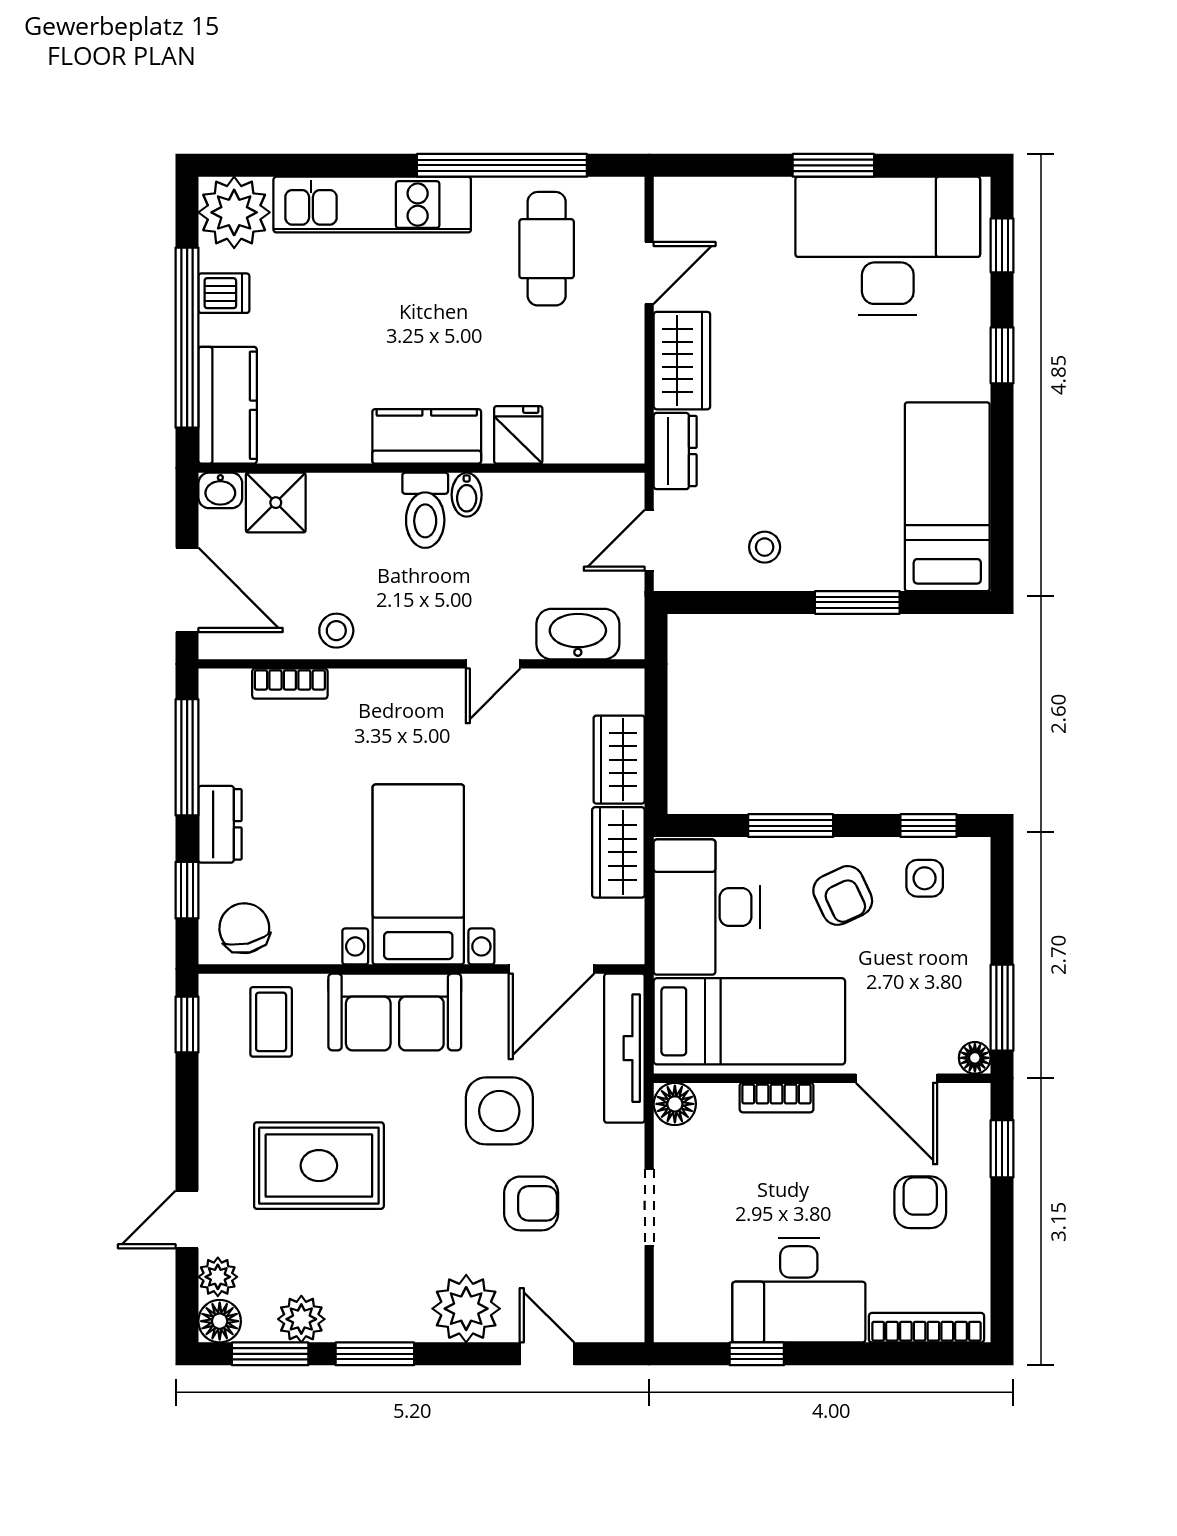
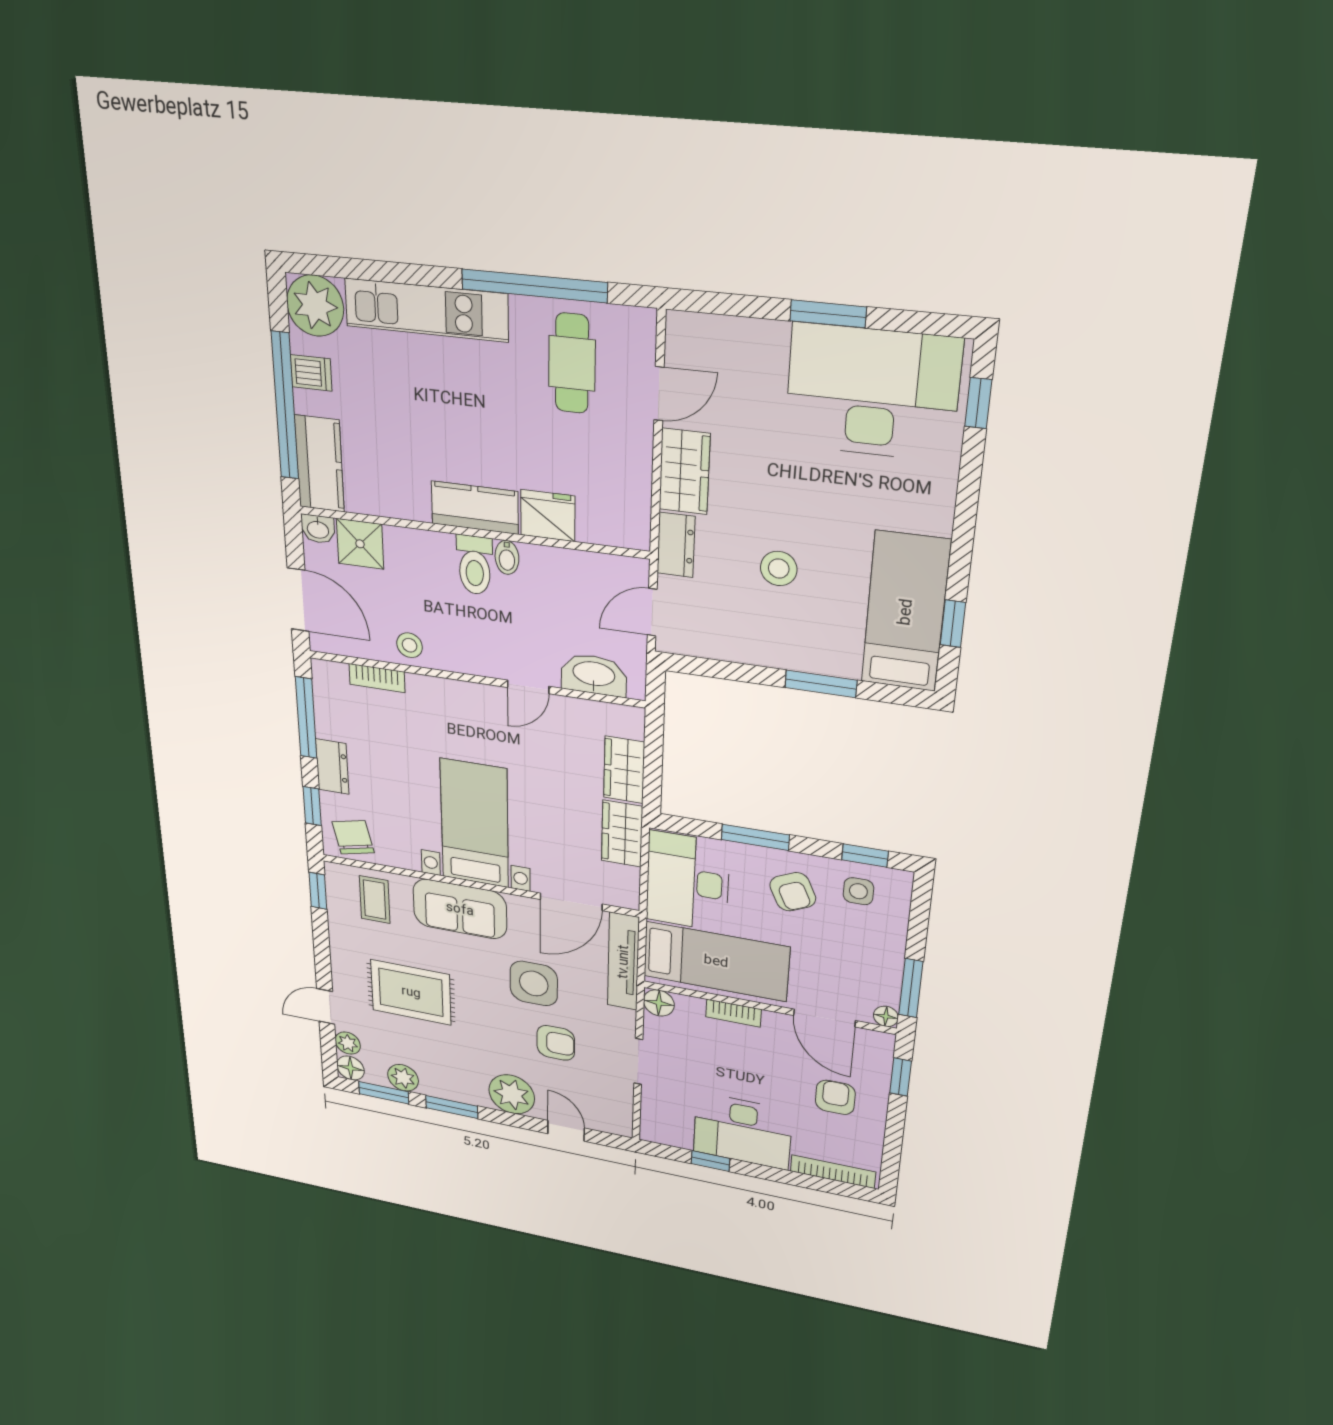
window: (1002, 355) -> (953, 624), moved
fridge: (518, 435) -> (548, 516), width x1.38
stool: (765, 547) -> (779, 568), moved, width x1.37, depth x1.37

